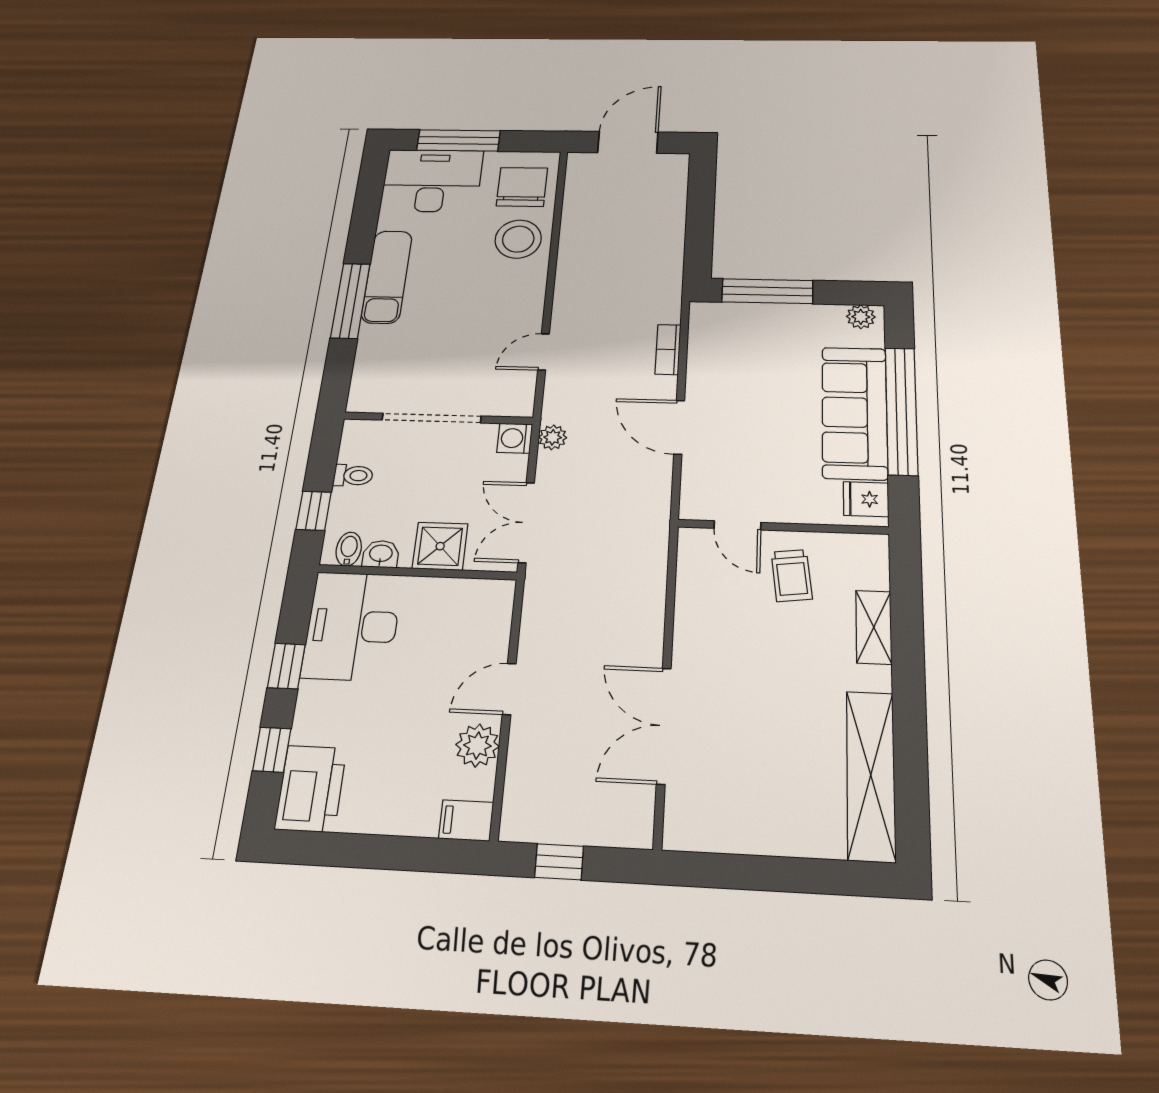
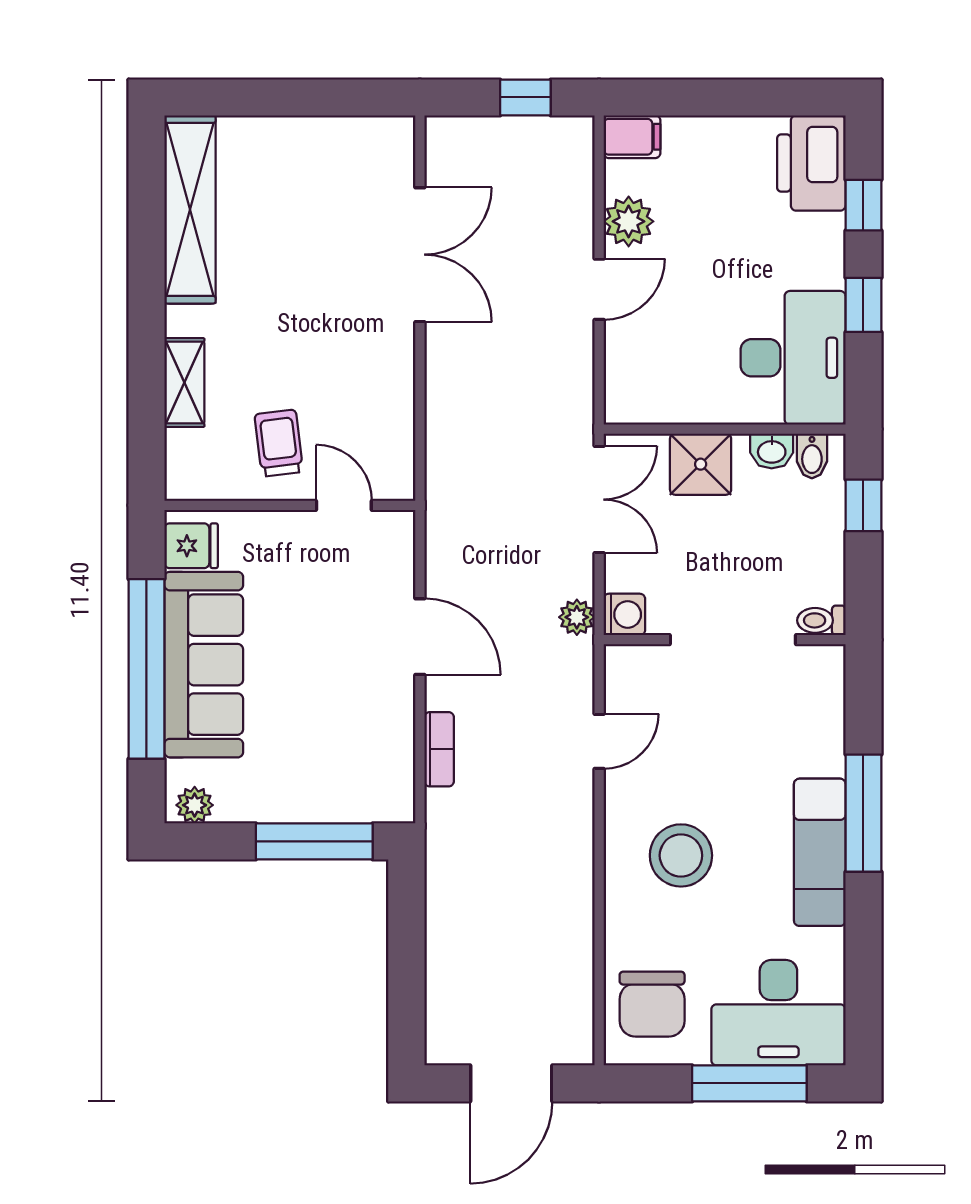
stool: (518, 239) -> (681, 855), moved
toilet: (353, 475) -> (821, 620), moved

